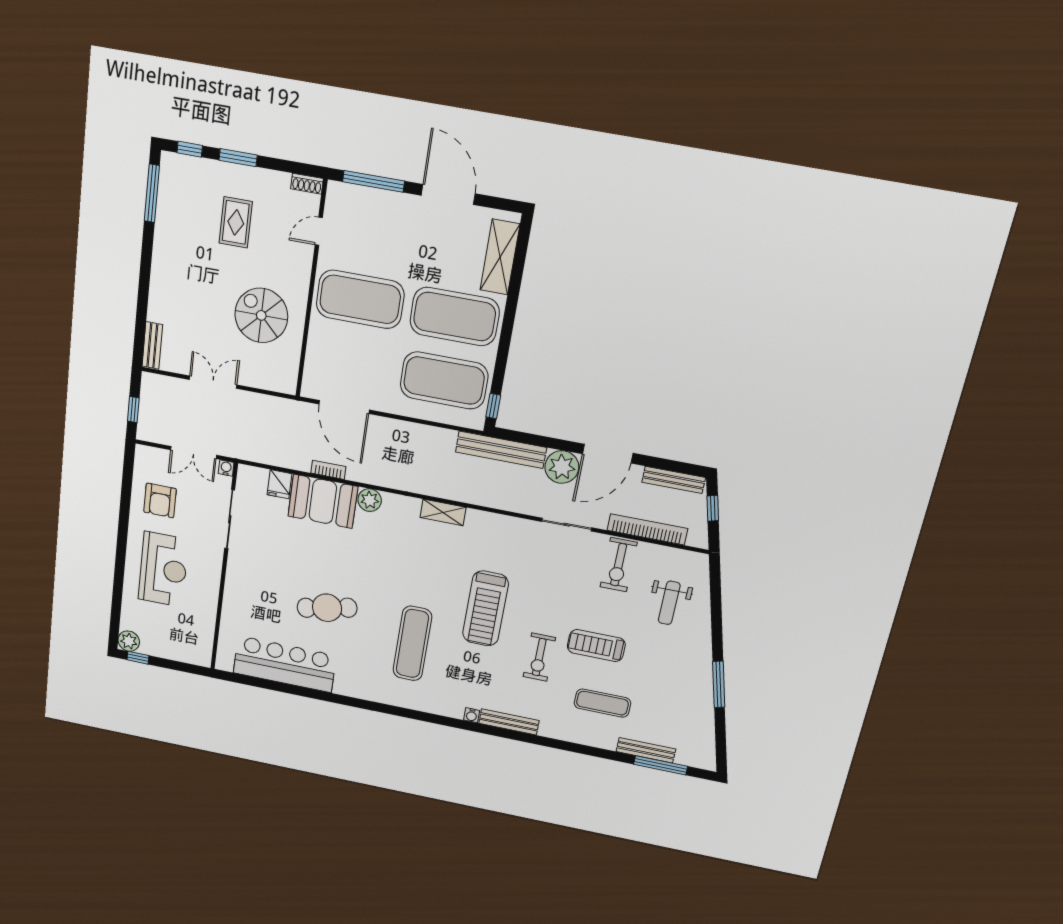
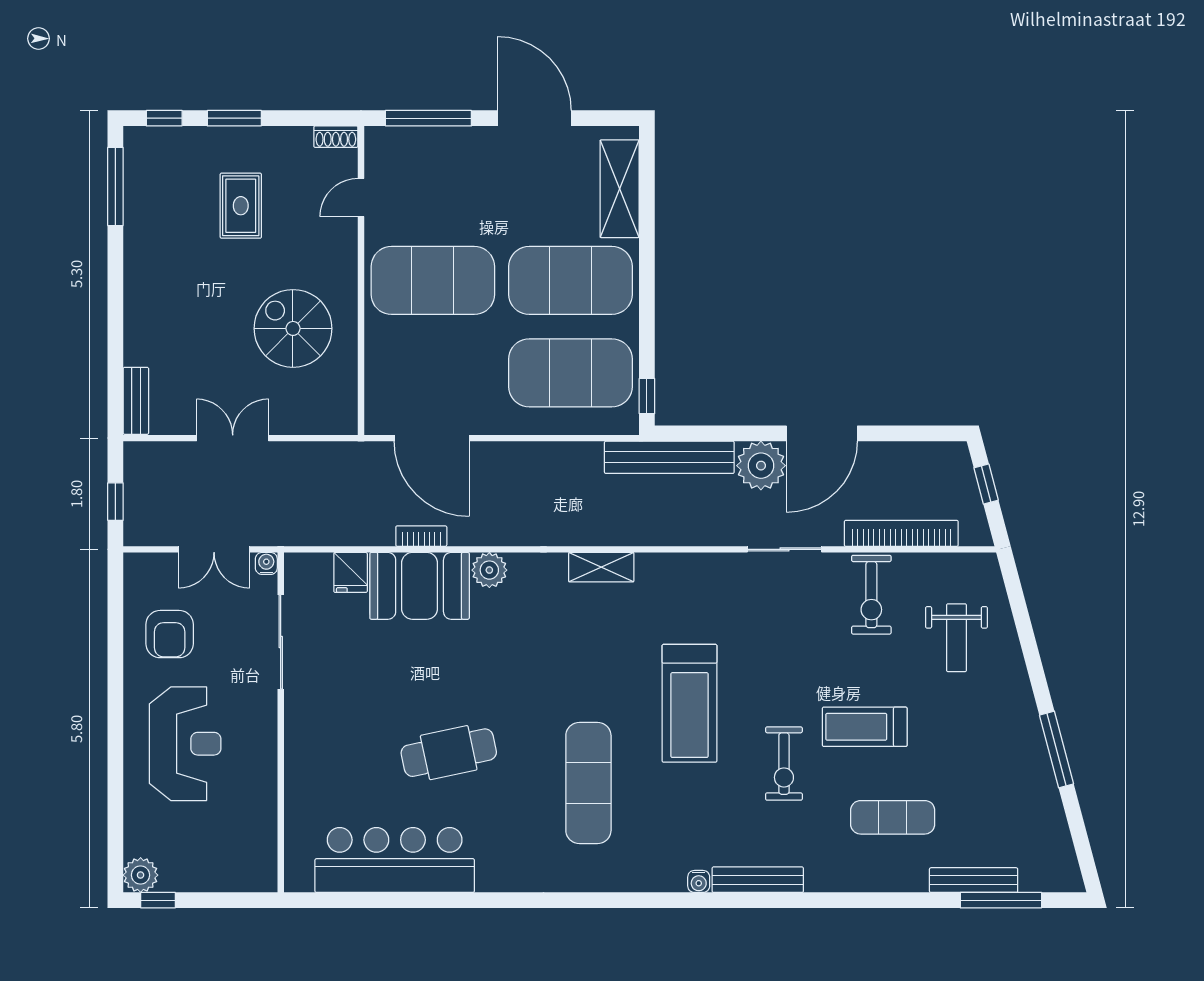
bench: (674, 480) -> (922, 453), removed

